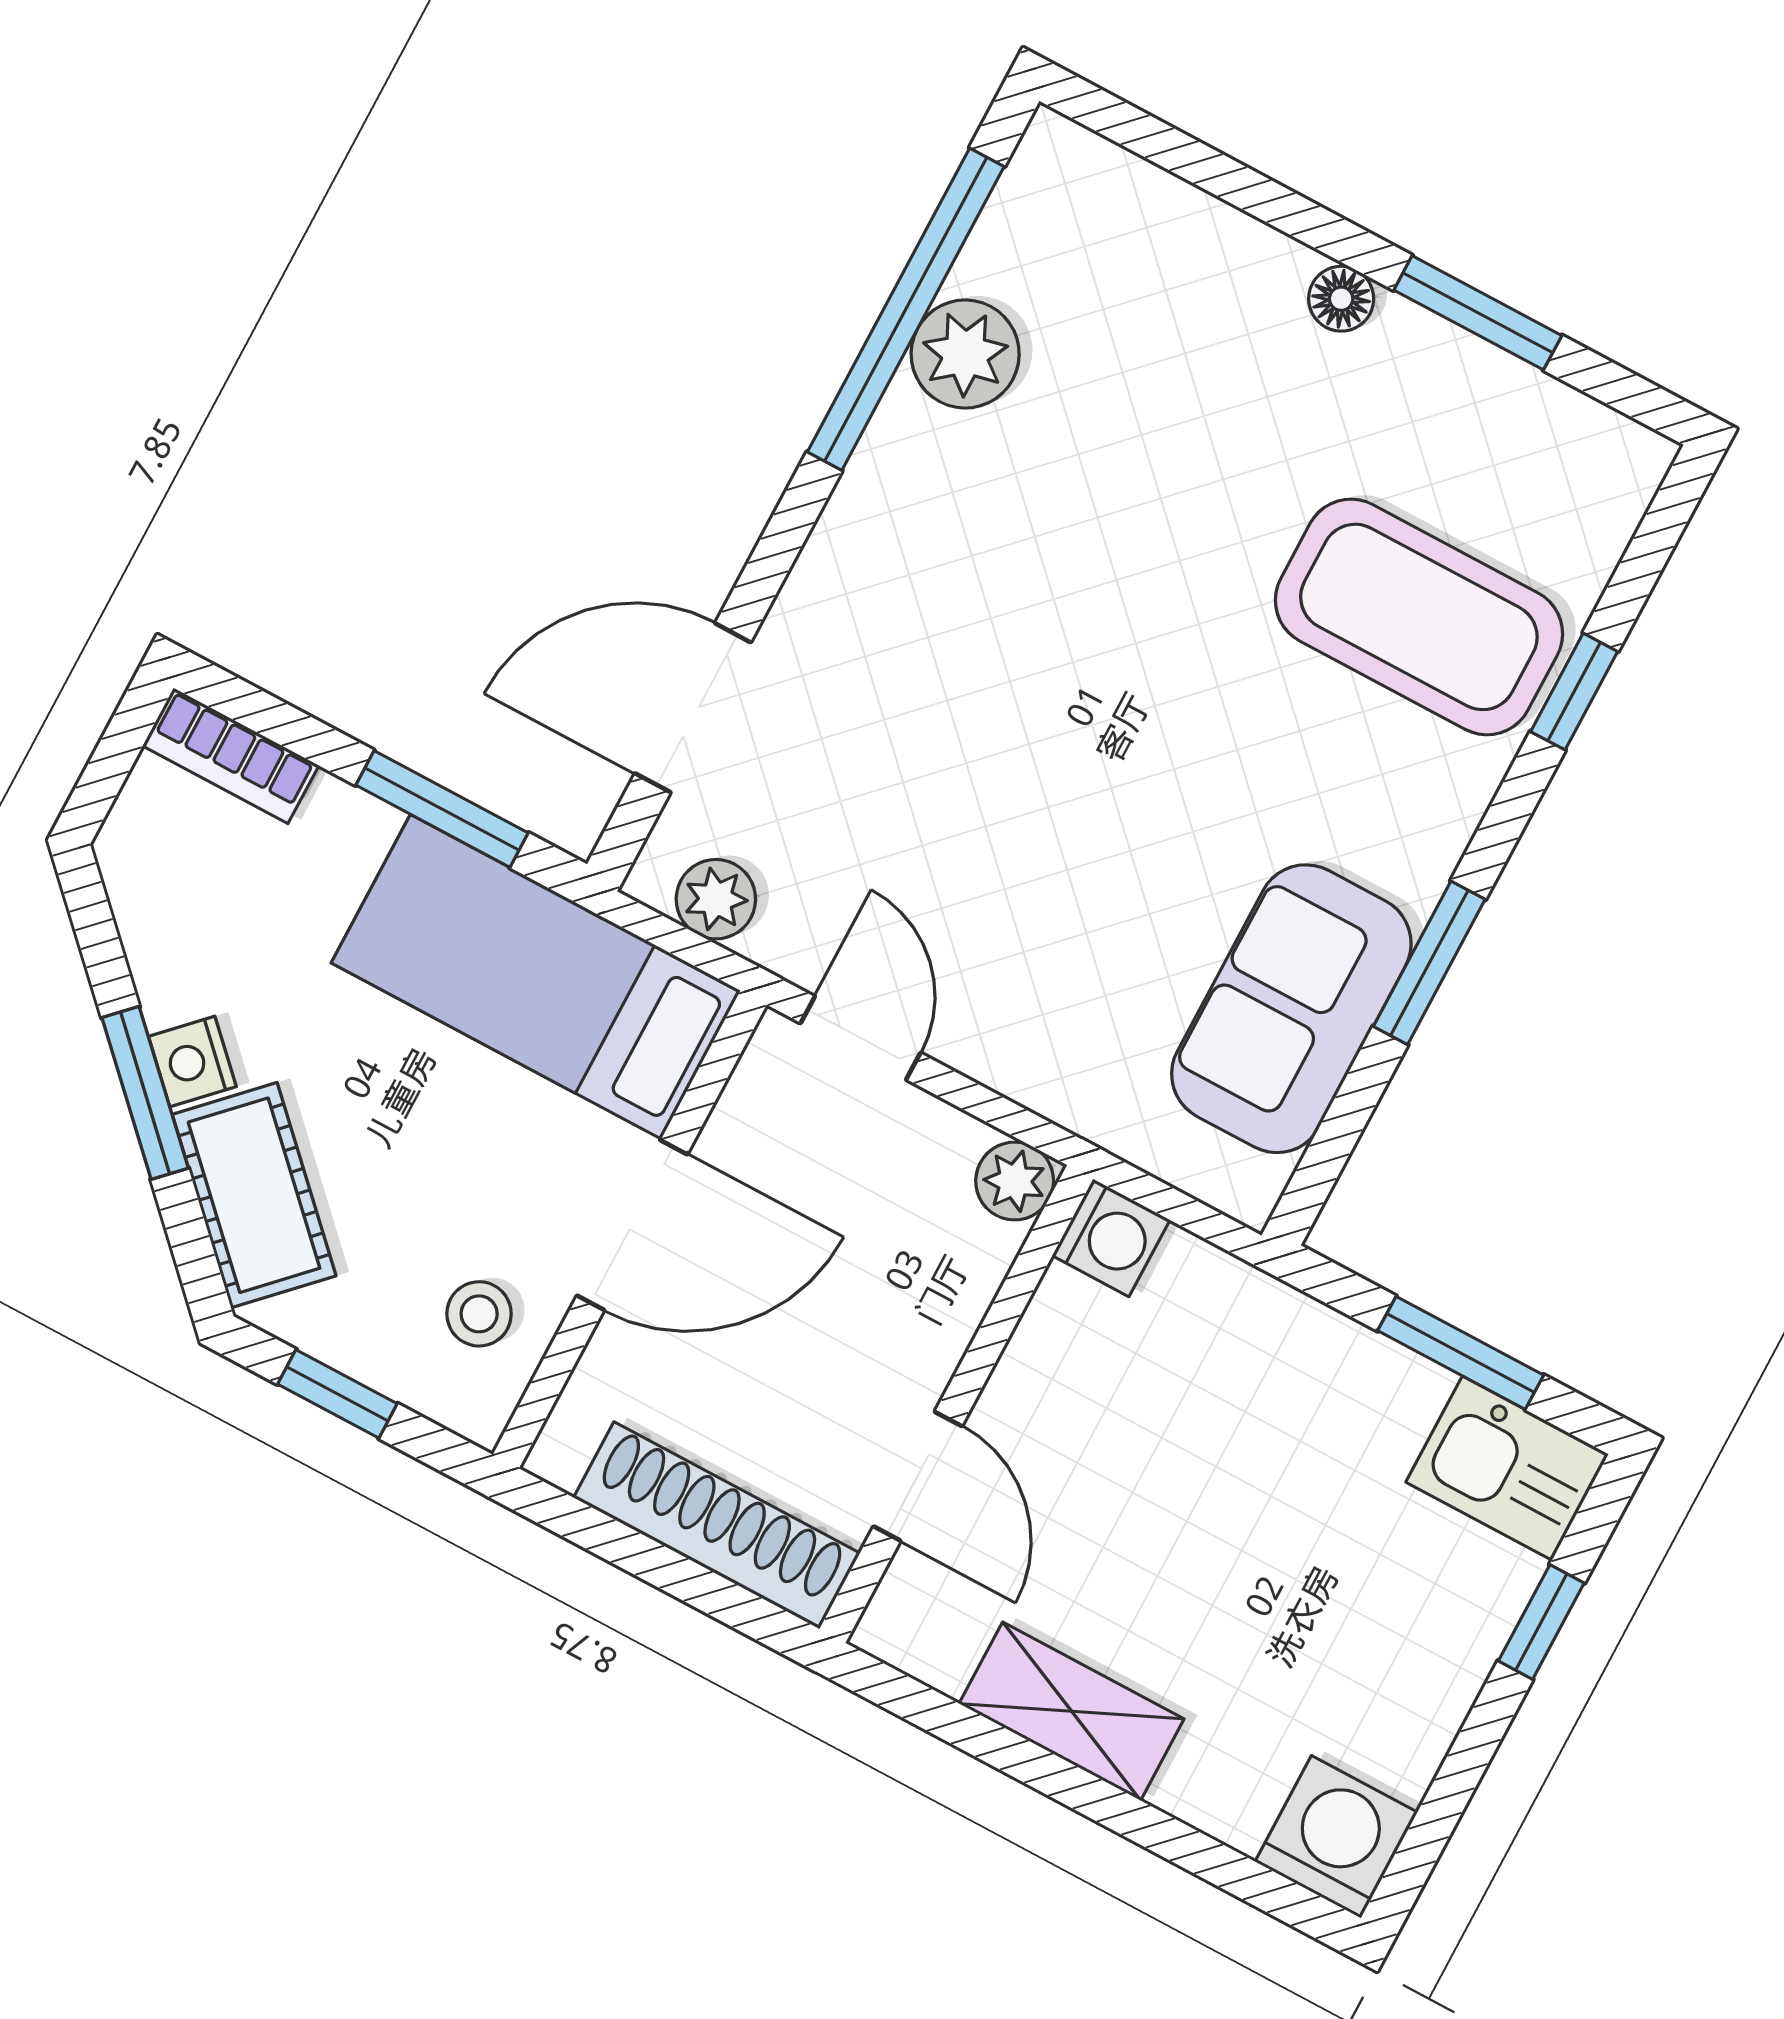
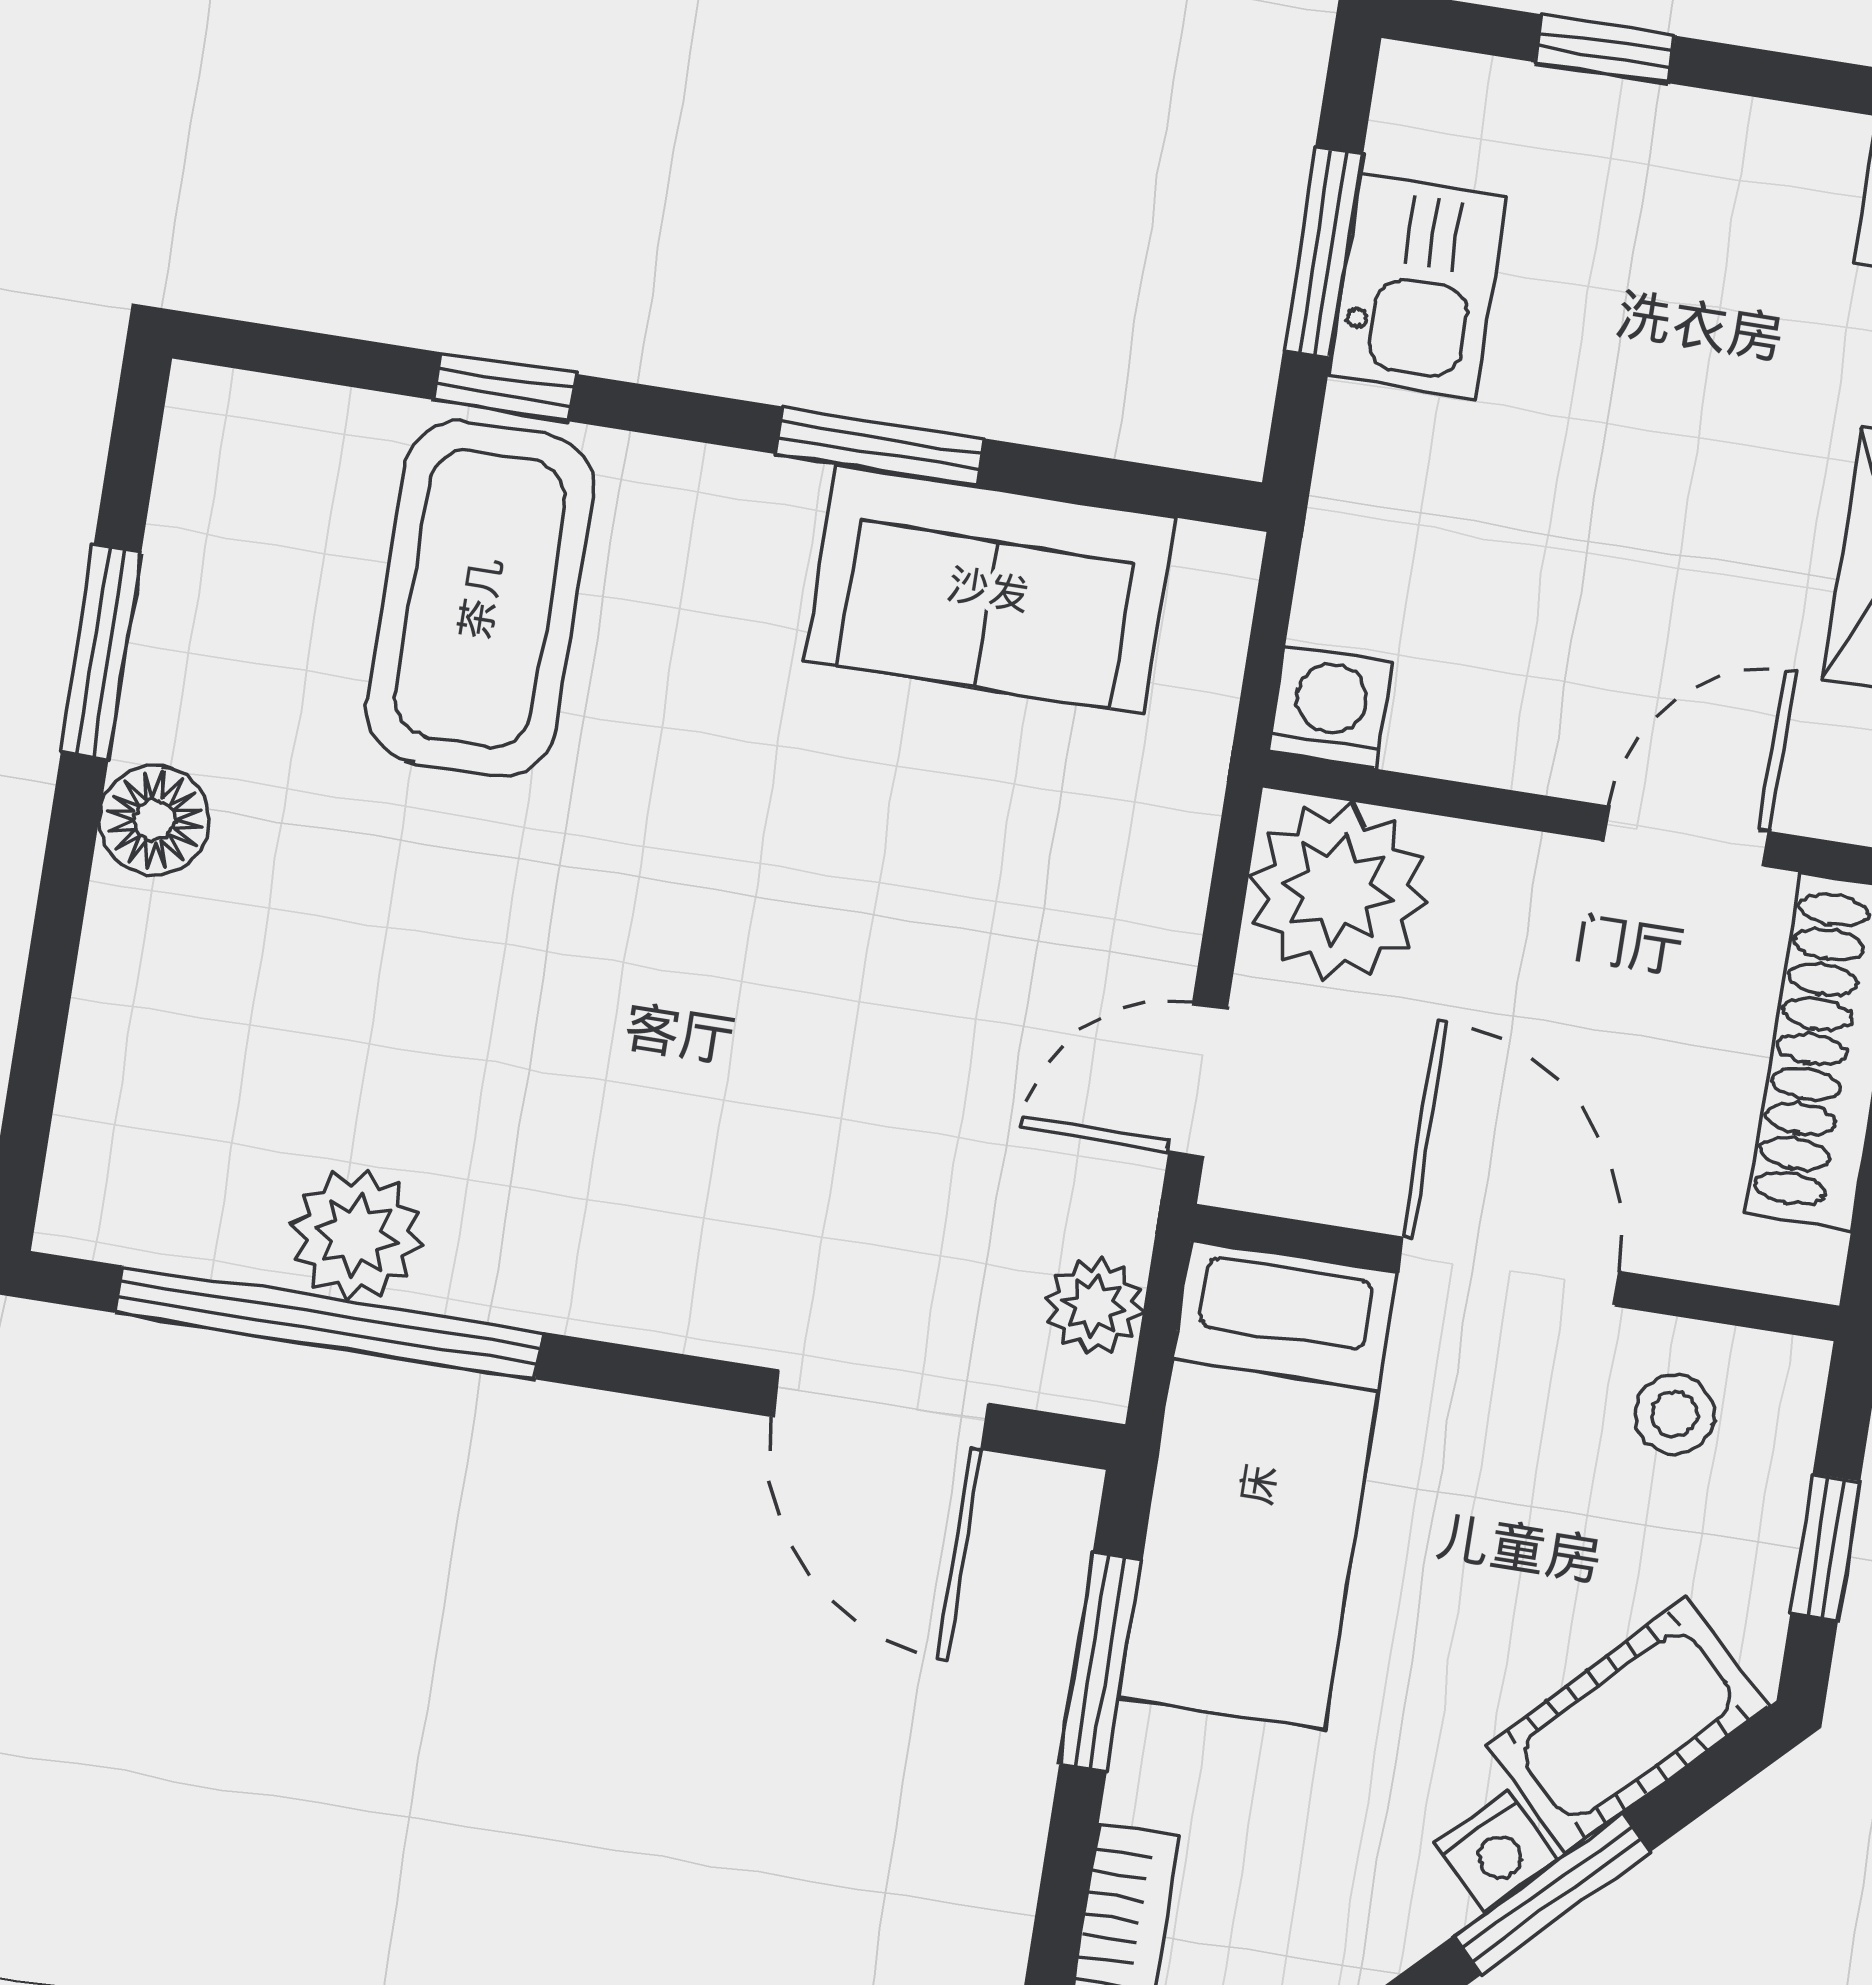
floor lamp: (1341, 299) -> (155, 820), width x1.37, depth x1.37
plant: (1015, 1181) -> (1338, 891), width x1.87, depth x1.87
kitchen sink: (1507, 1468) -> (1417, 286), moved

